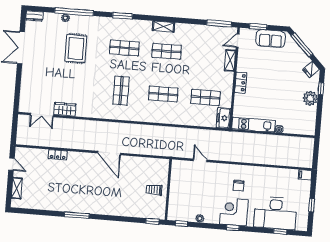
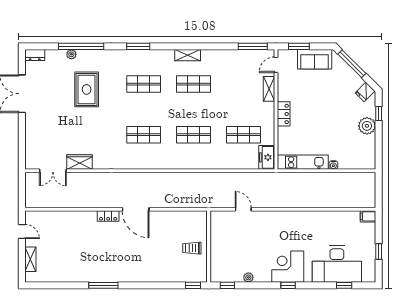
shop shelf: (121, 91) -> (144, 135), turned 90
locker: (58, 155) -> (108, 216), moved
chair: (239, 186) -> (291, 235), removed

